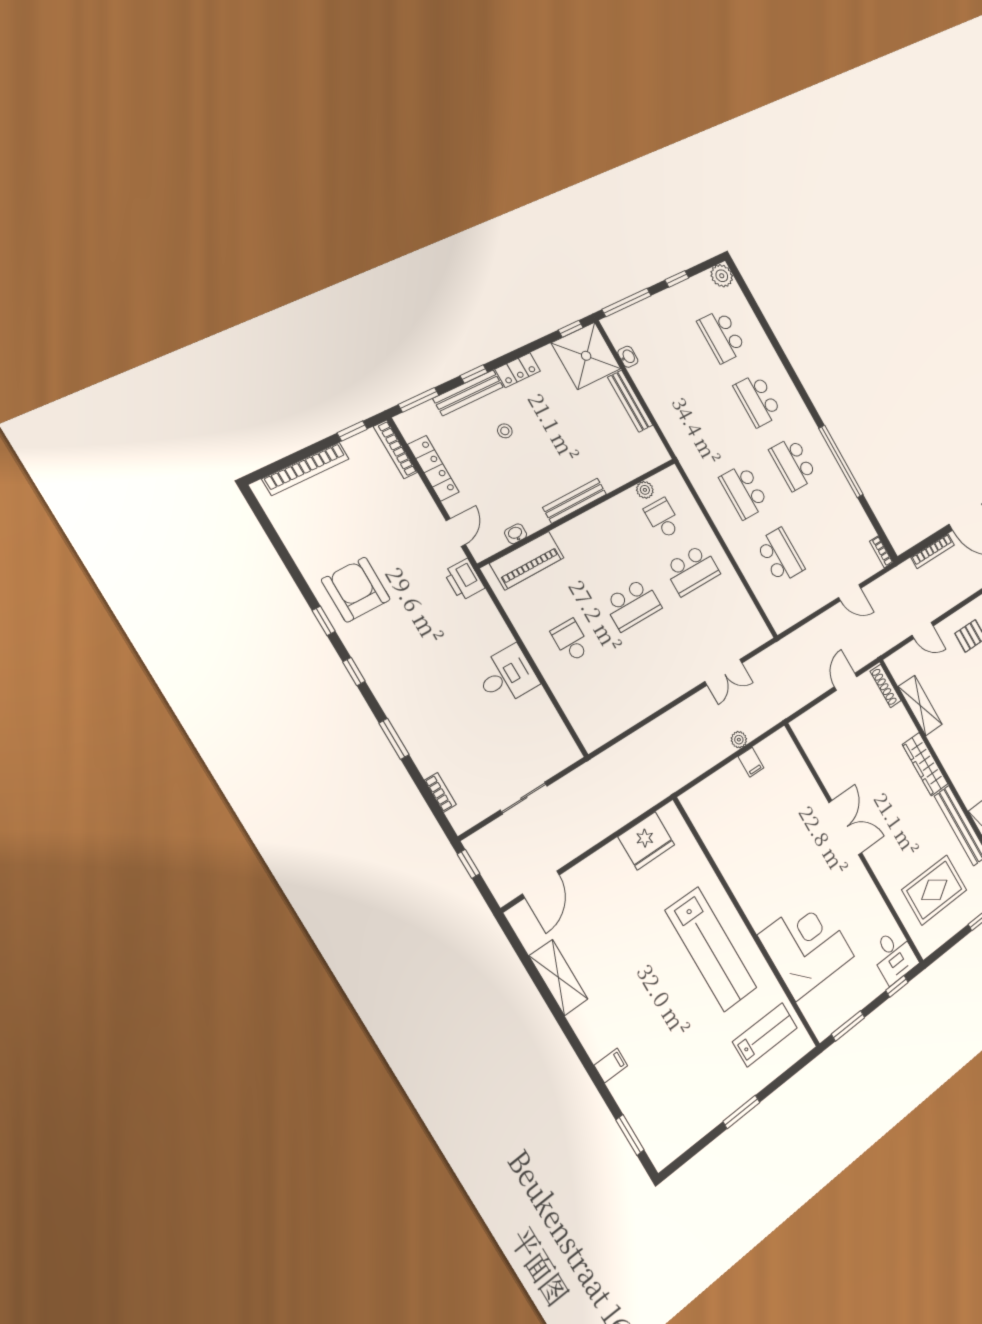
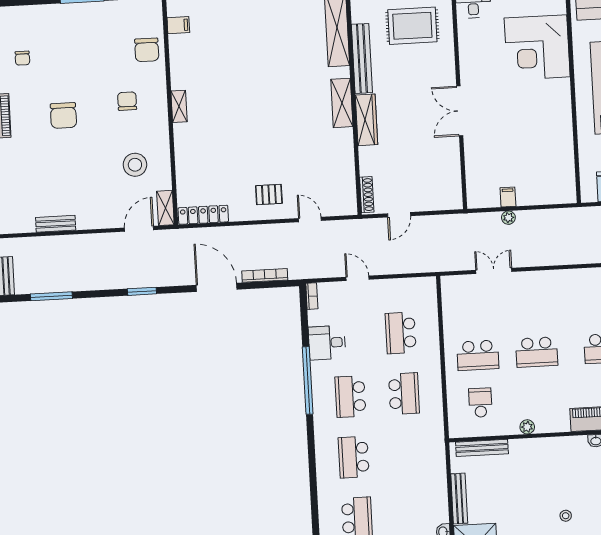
school desk: (758, 400) -> (354, 457), turned 180
school desk: (793, 464) -> (350, 397), turned 180
plant: (645, 490) -> (527, 427), moved
bench: (575, 501) -> (482, 448), moved
desk: (843, 510) -> (327, 343), added
school desk: (663, 519) -> (480, 403), turned 180
school desk: (692, 570) -> (478, 355), turned 180
school desk: (633, 605) -> (537, 352), turned 180
shelving: (920, 705) -> (342, 103), moved

